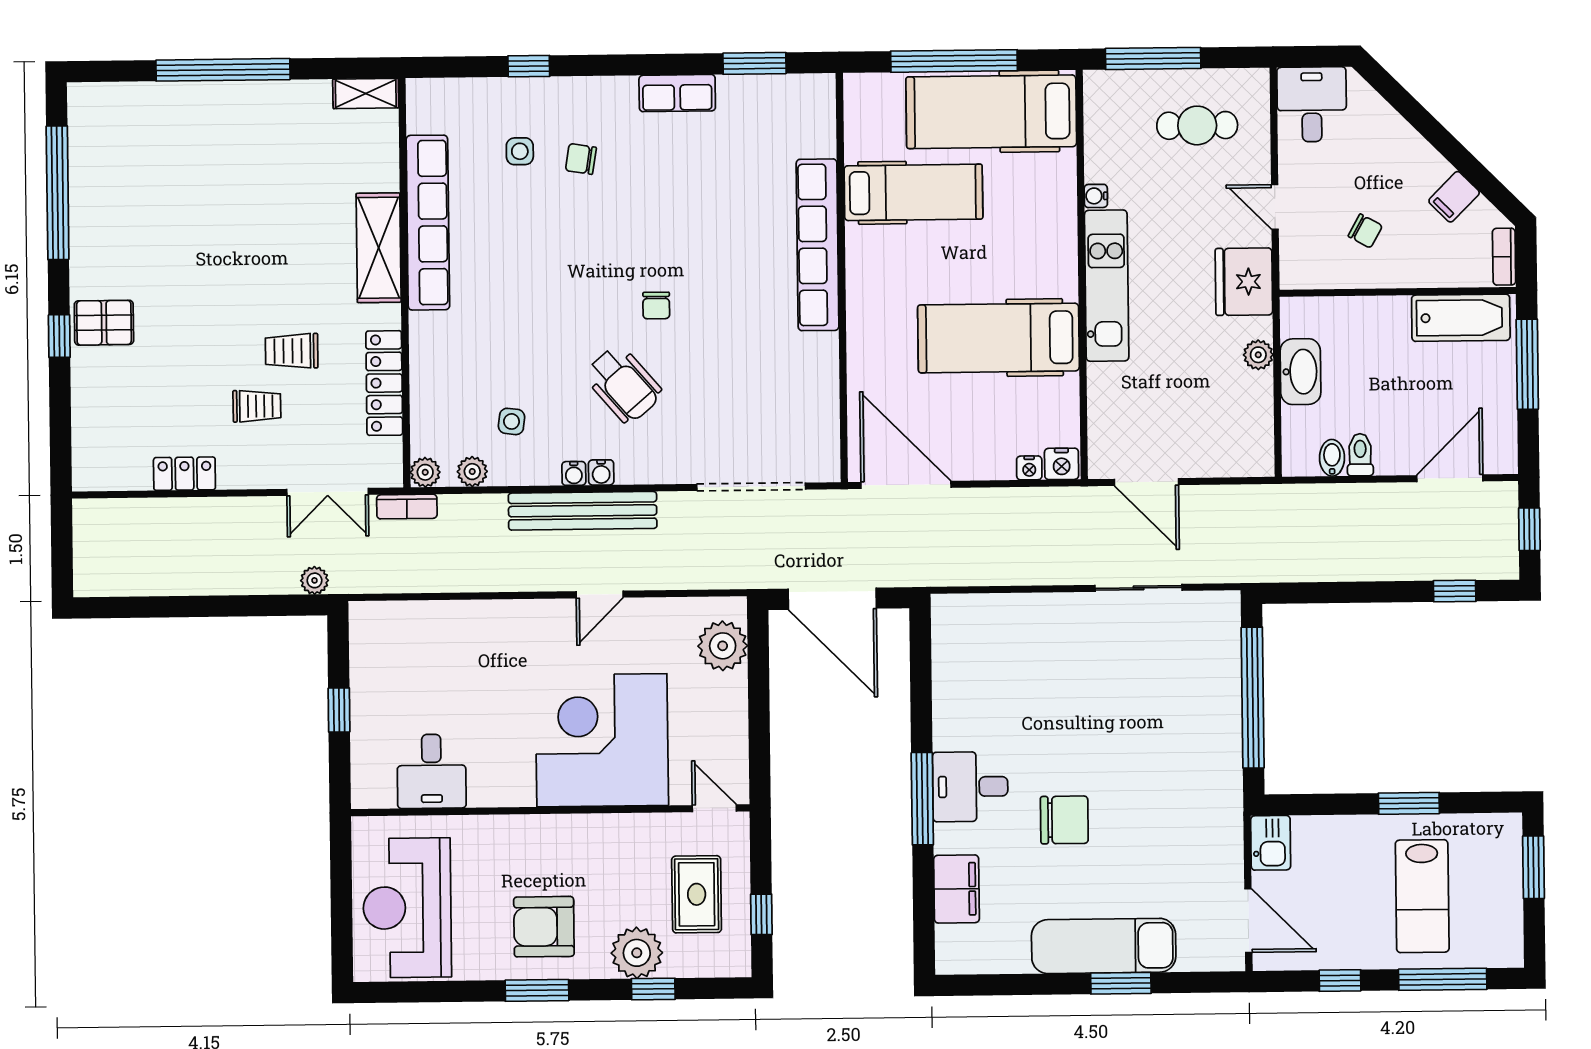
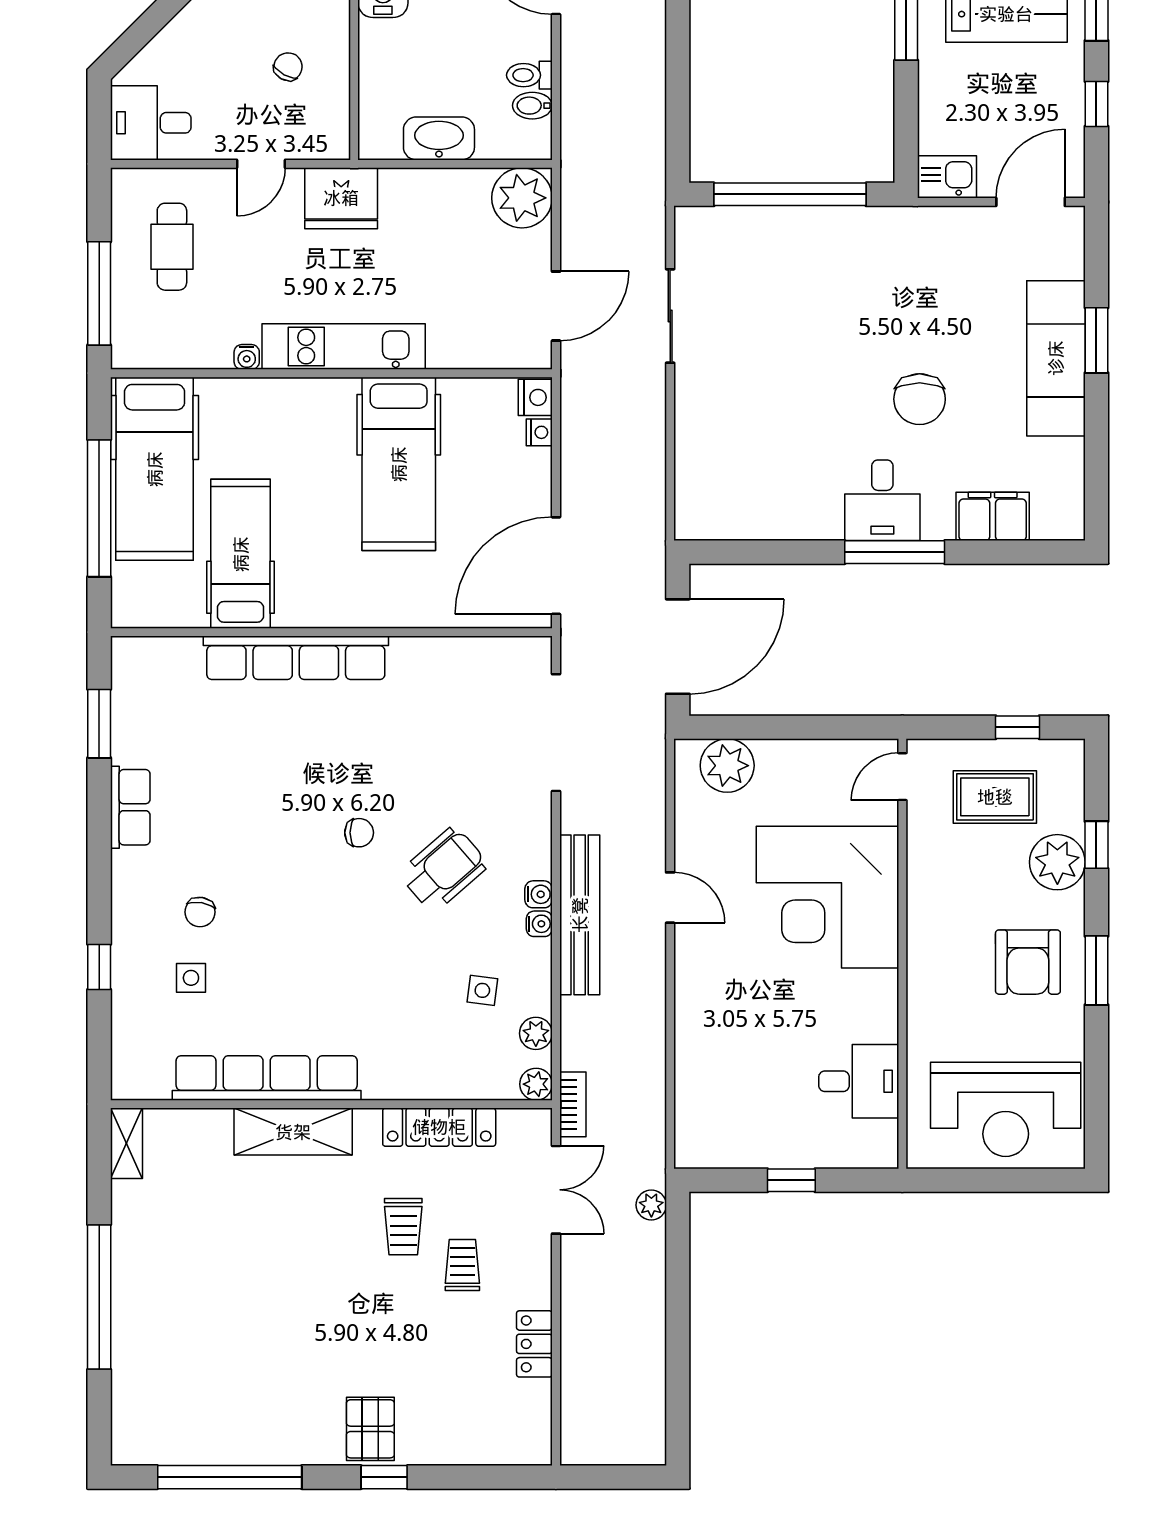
plant: (1258, 355) -> (522, 198), moved, width x1.88, depth x1.88
chair: (1064, 820) -> (920, 399), turned 180

